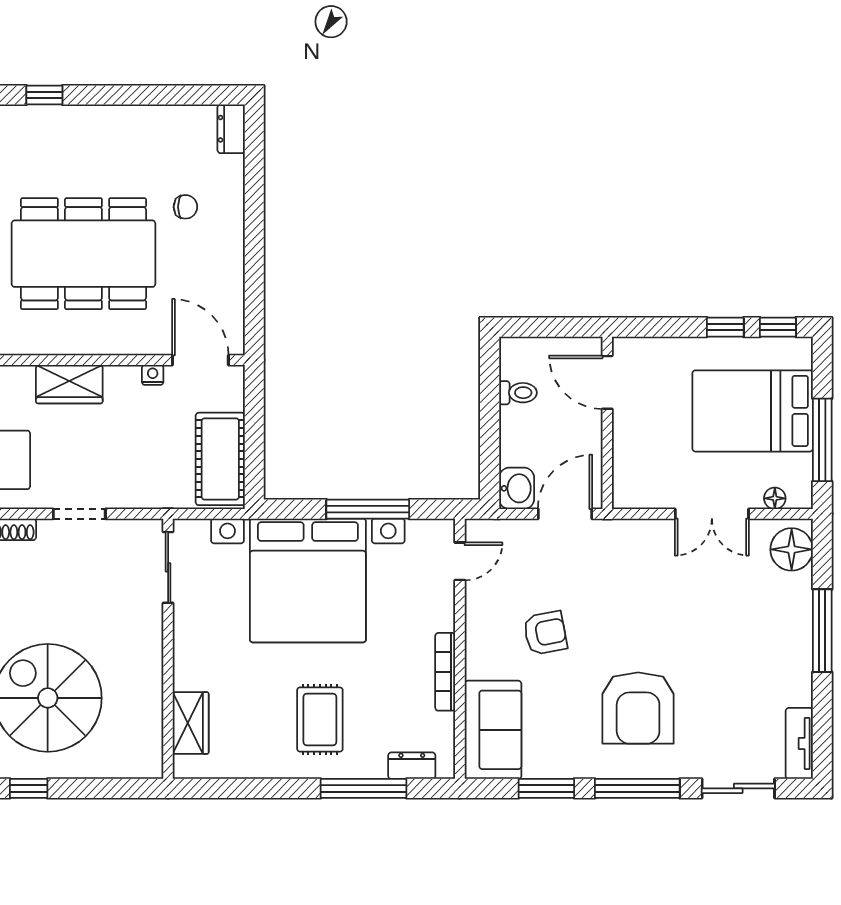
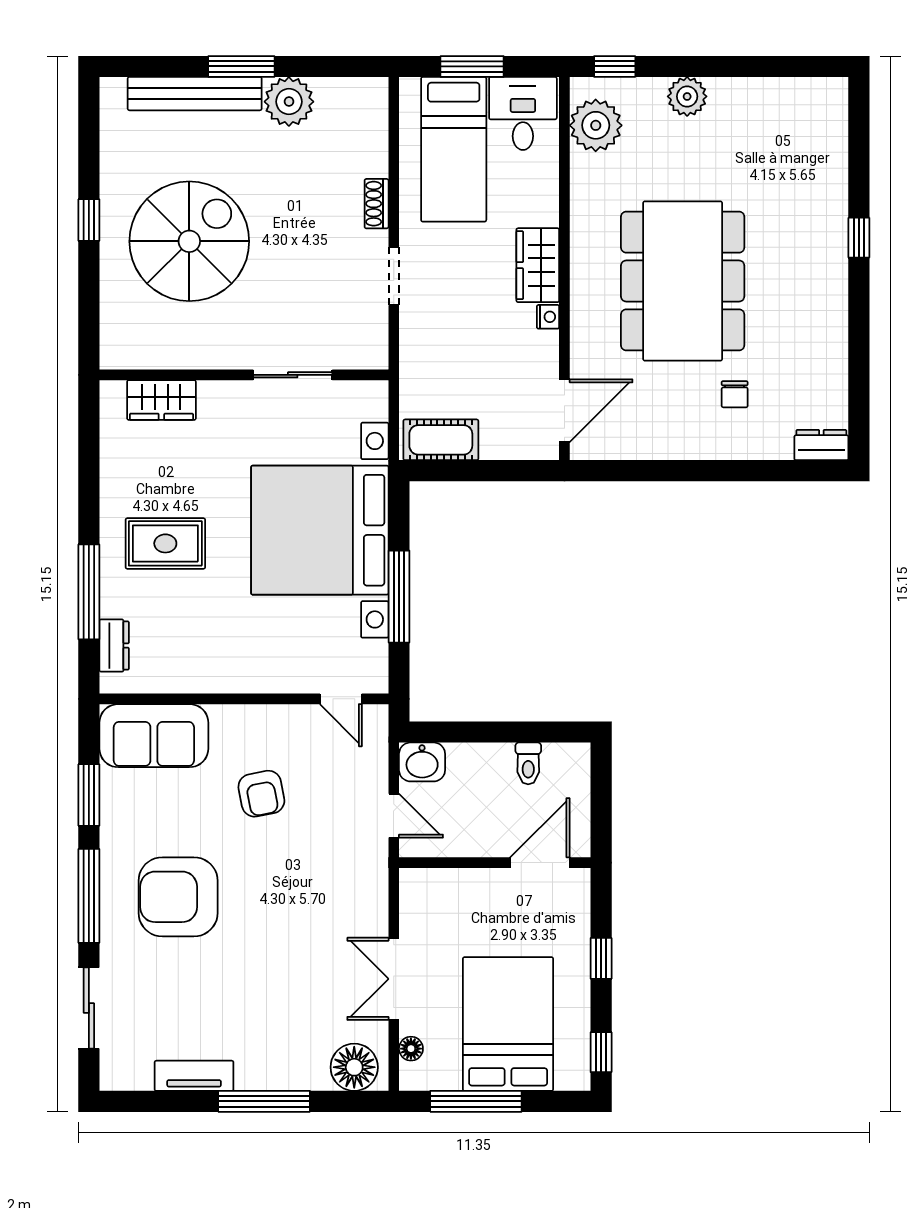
window: (725, 327) -> (601, 958), moved
nightstand: (153, 375) -> (548, 317), moved
cot: (220, 459) -> (441, 440), width x0.73, depth x0.75
door: (565, 514) -> (394, 816), width x0.73
sliding door: (168, 567) -> (293, 375), moved
bookcase: (445, 672) -> (218, 683), removed
tv unit: (799, 743) -> (194, 1076), moved

